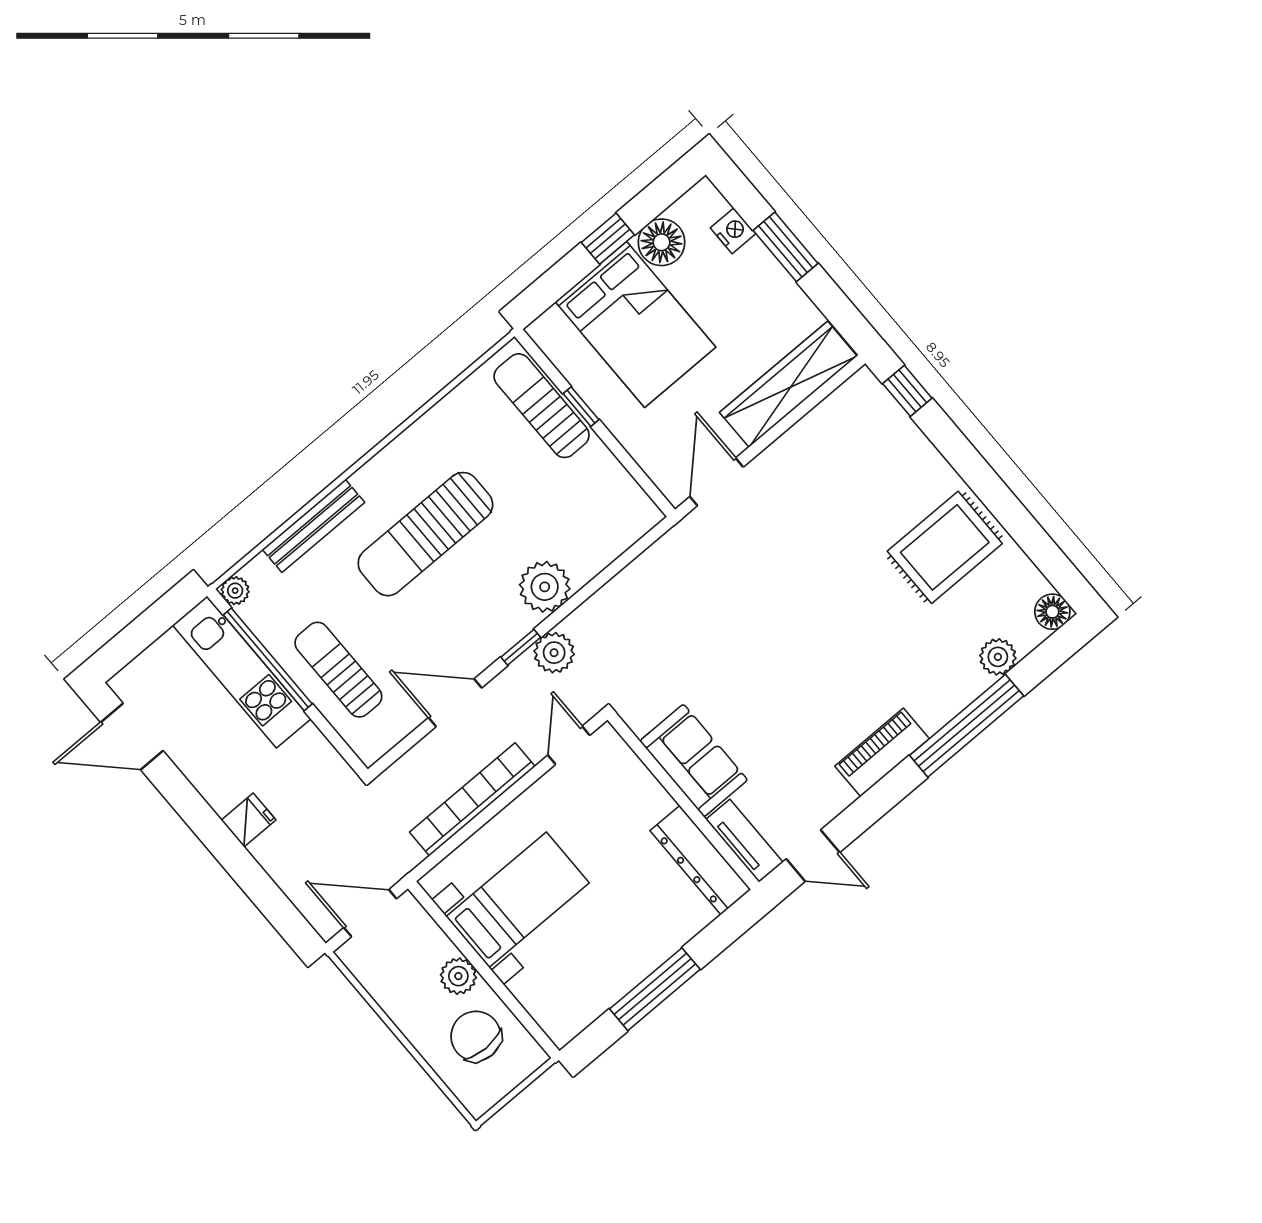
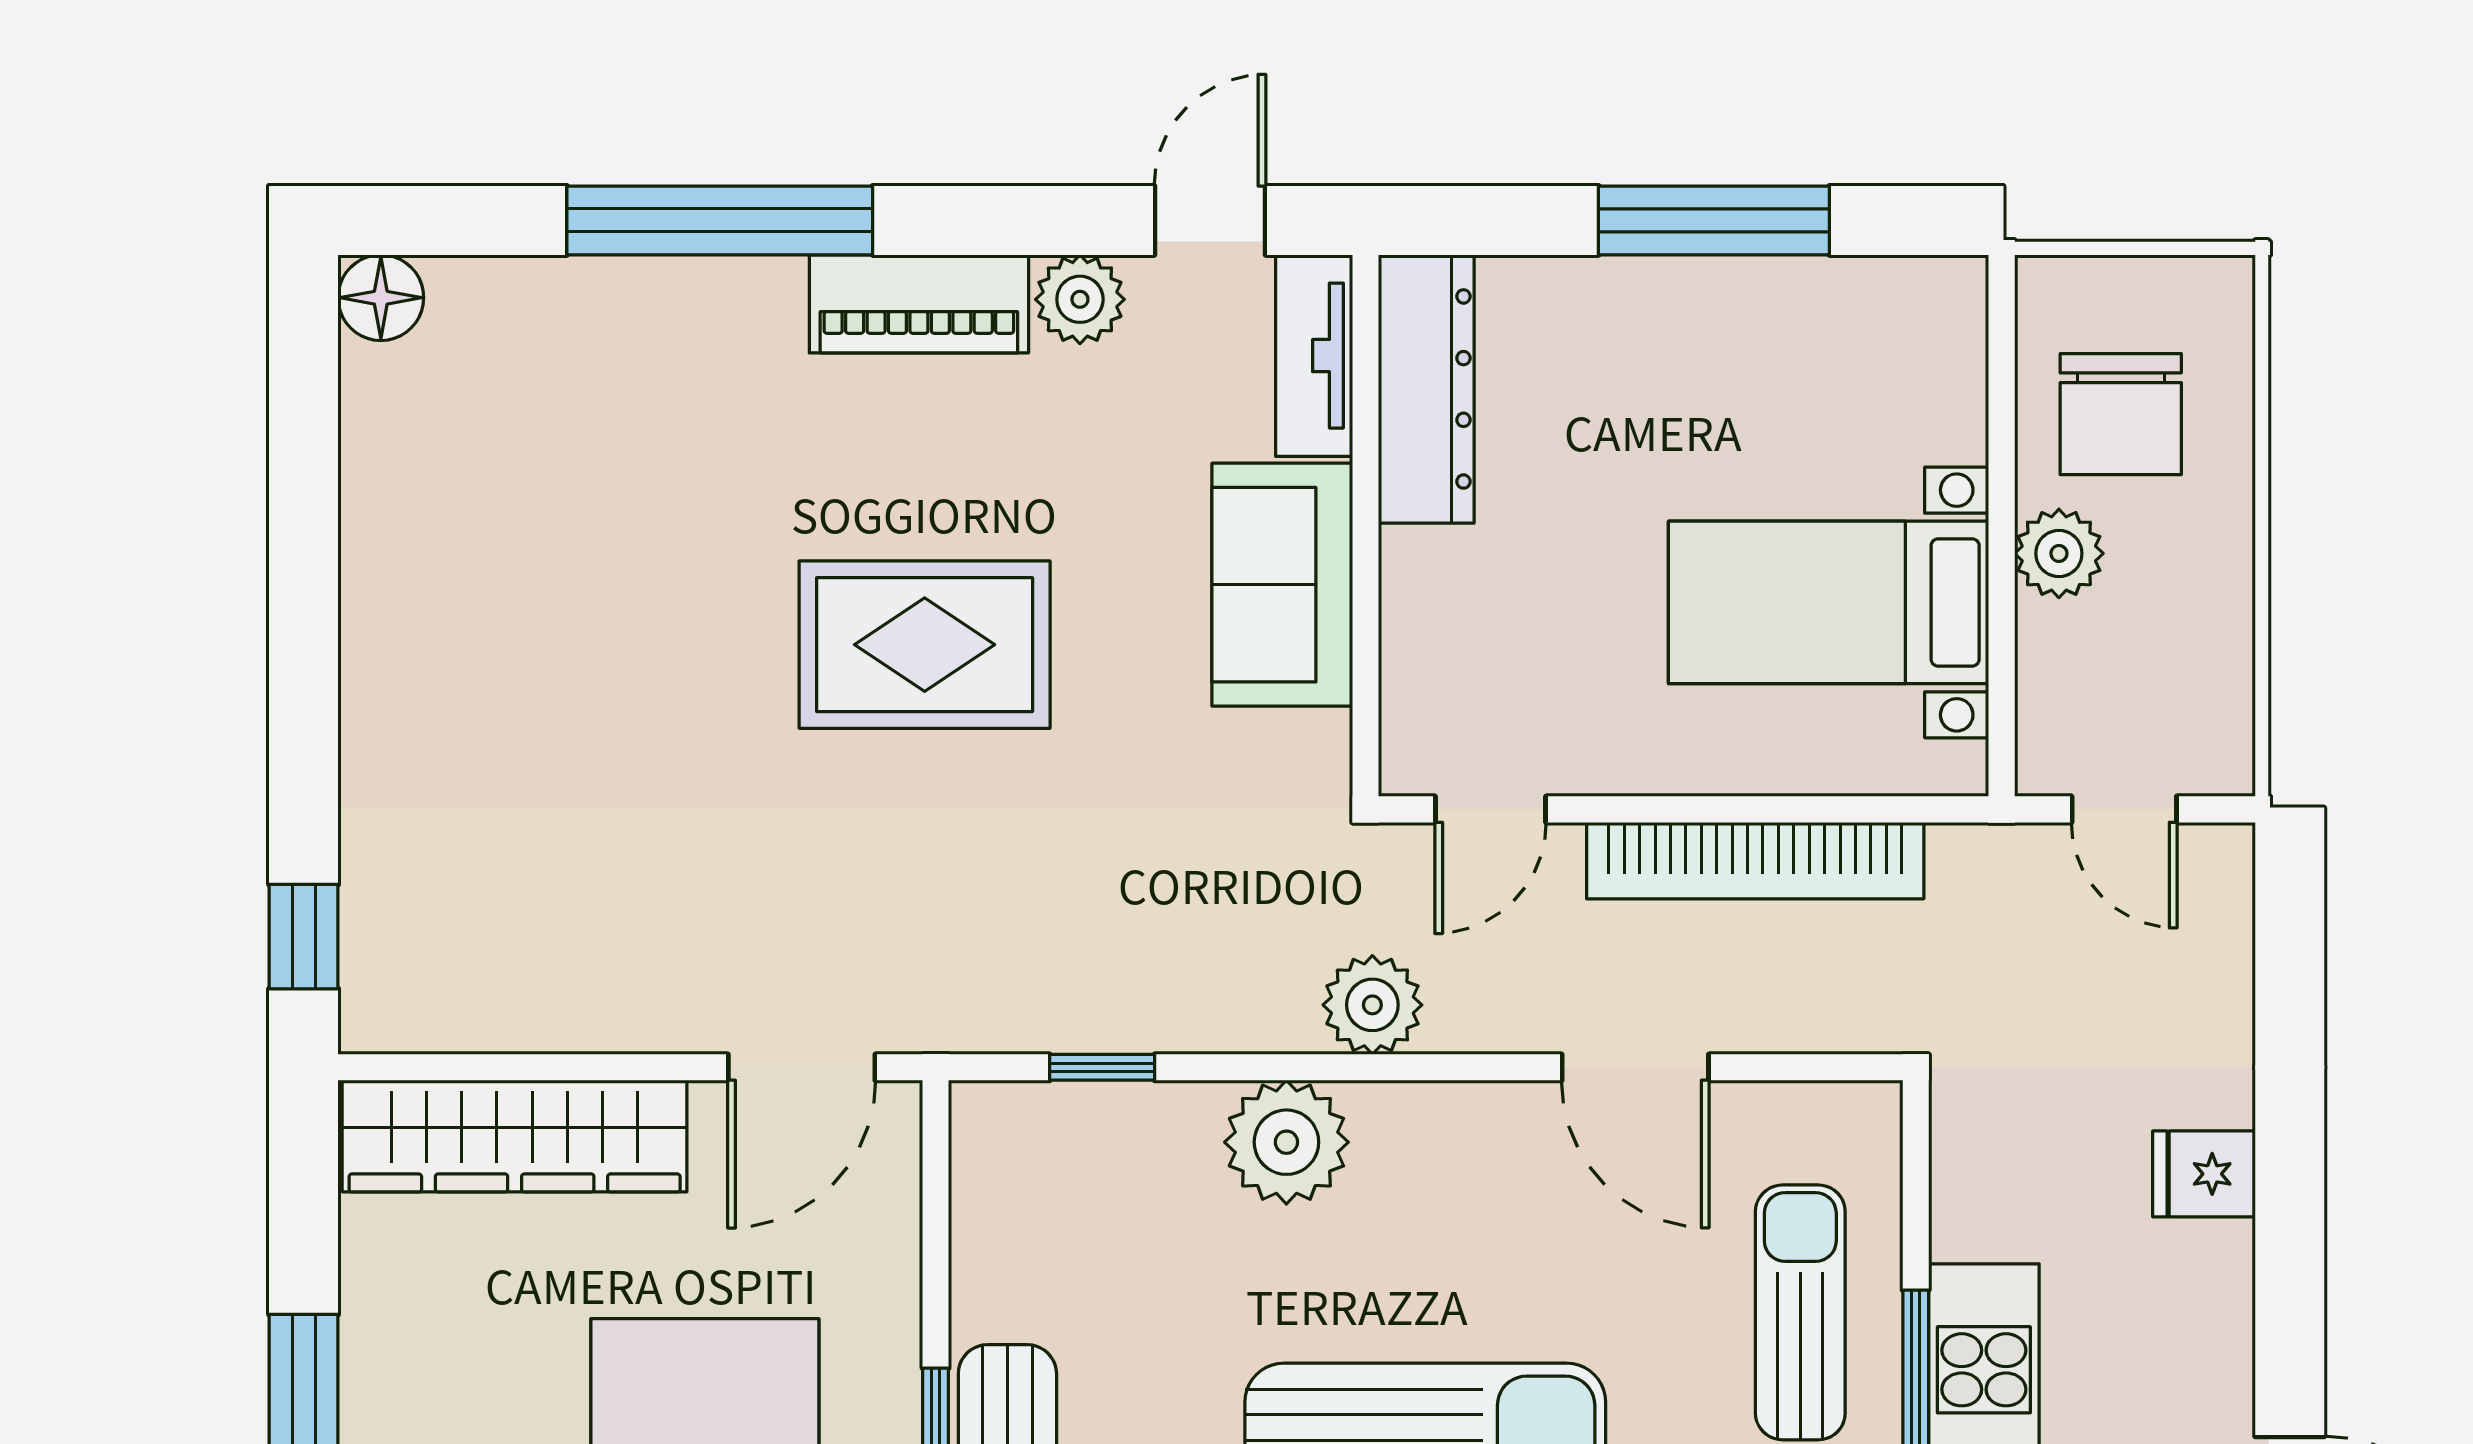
rug: (945, 547) -> (925, 645), moved
window: (521, 647) -> (1102, 1067), moved
plant: (998, 657) -> (1080, 299), moved
sun lounger: (338, 670) -> (1800, 1312), turned 180
door: (813, 856) -> (1210, 220), hinge flipped
door: (370, 913) -> (2124, 809), width x0.73

